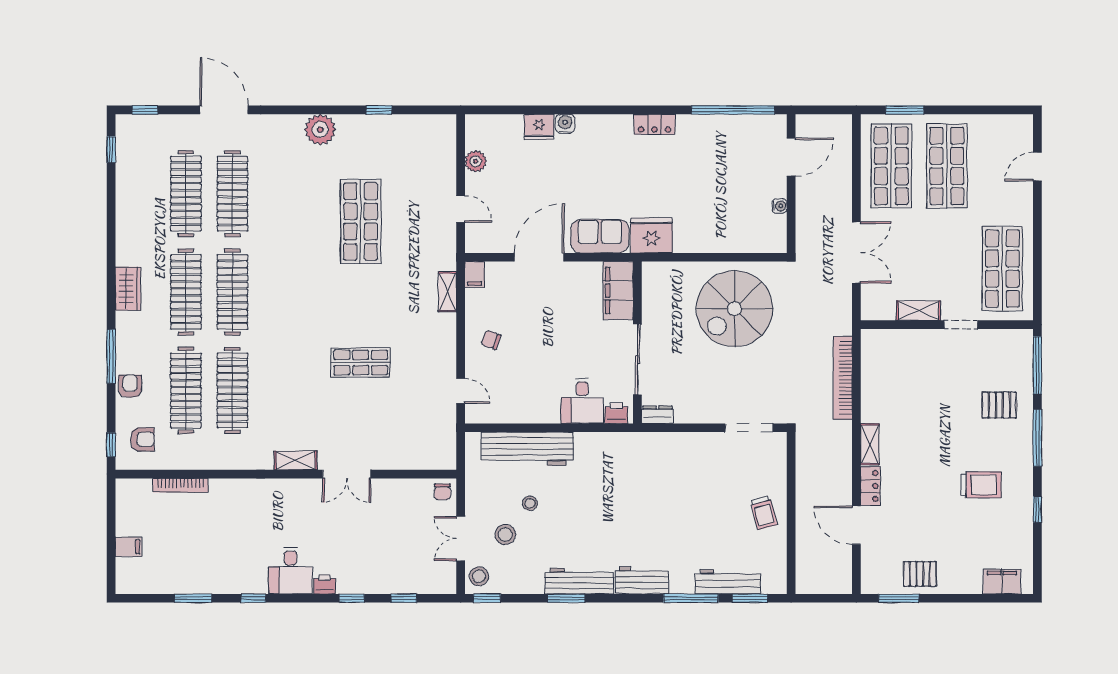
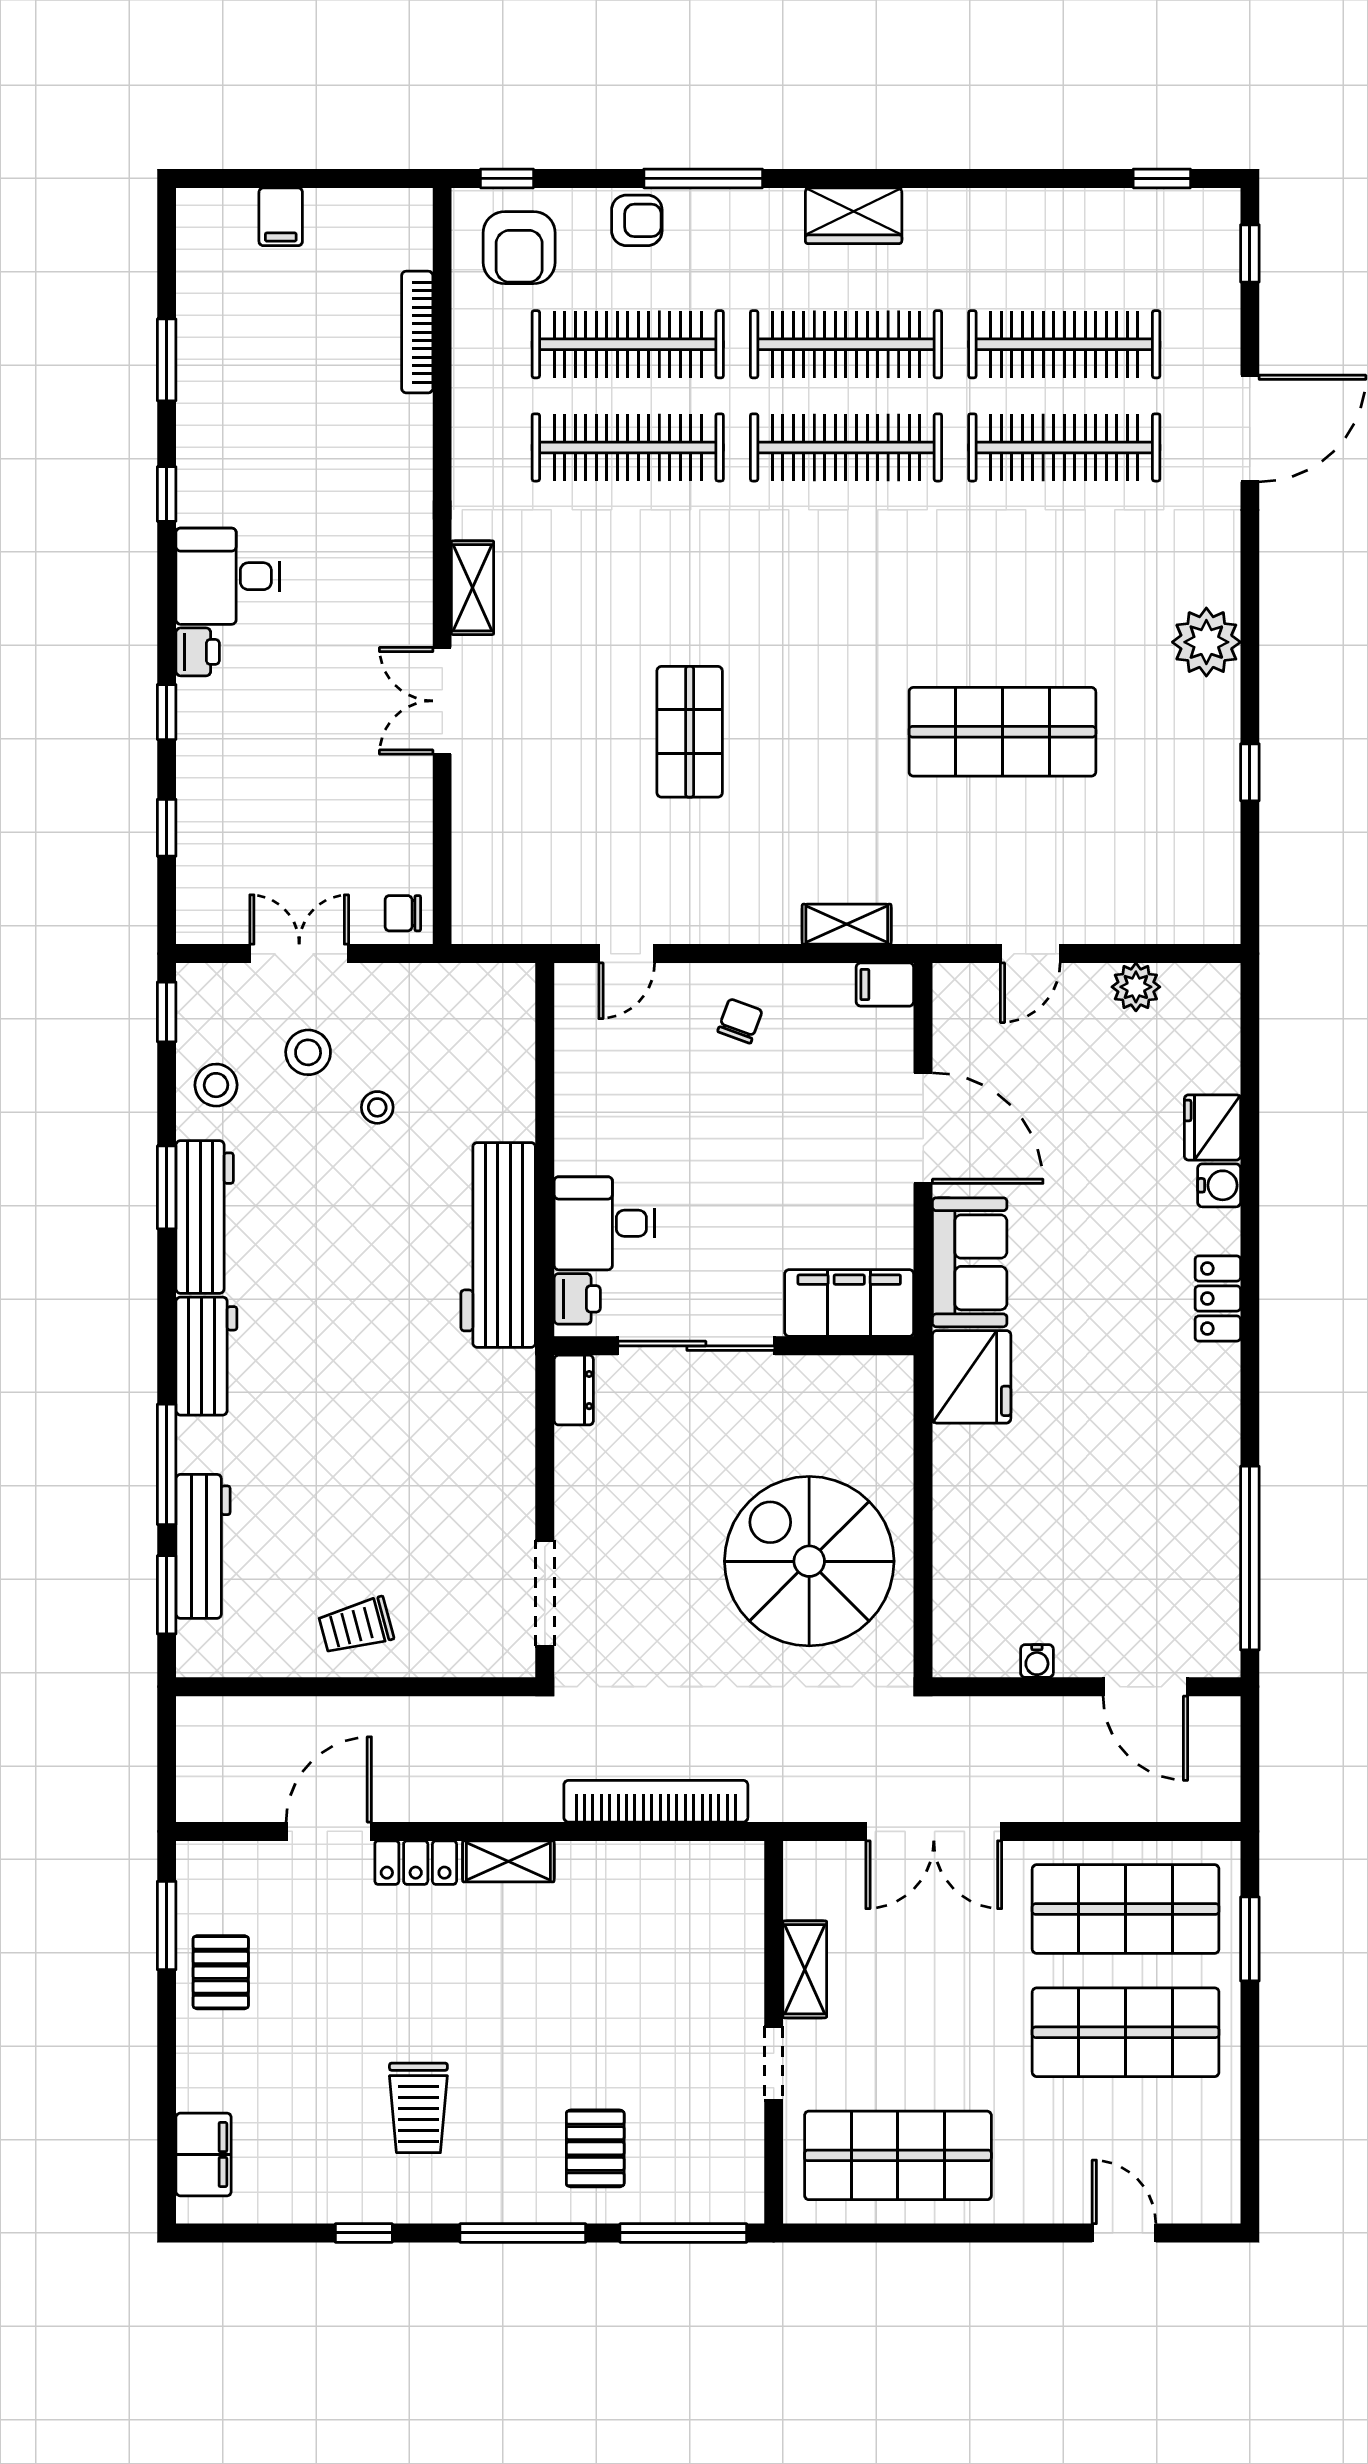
locker: (655, 124) -> (1218, 1299), moved
armchair: (142, 439) -> (519, 248), width x1.38, depth x1.38
workbench: (527, 449) -> (498, 1245), moved
stool: (479, 576) -> (216, 1085), moved

